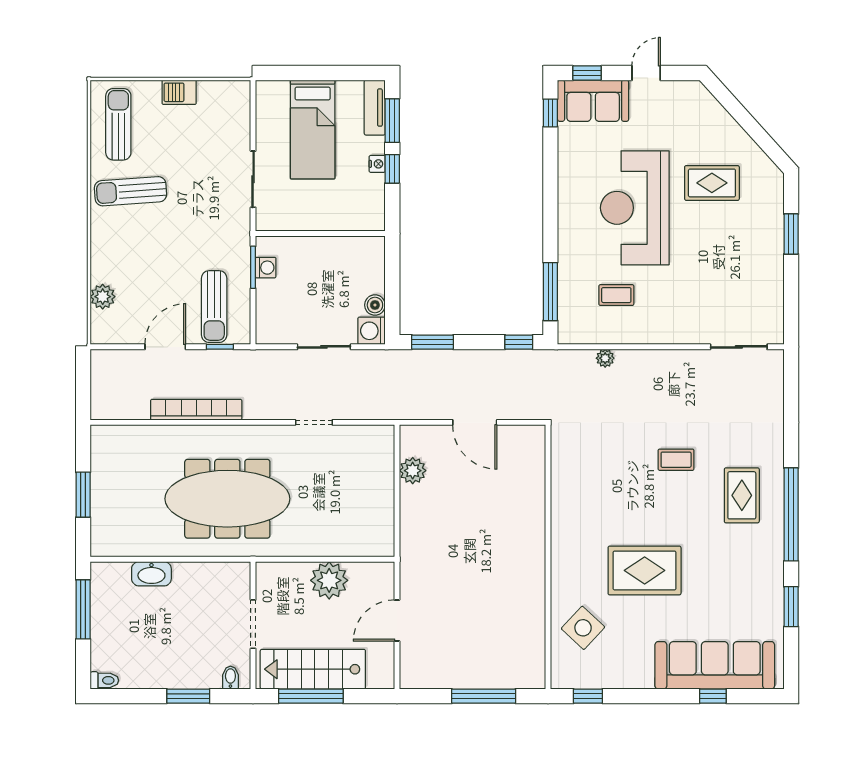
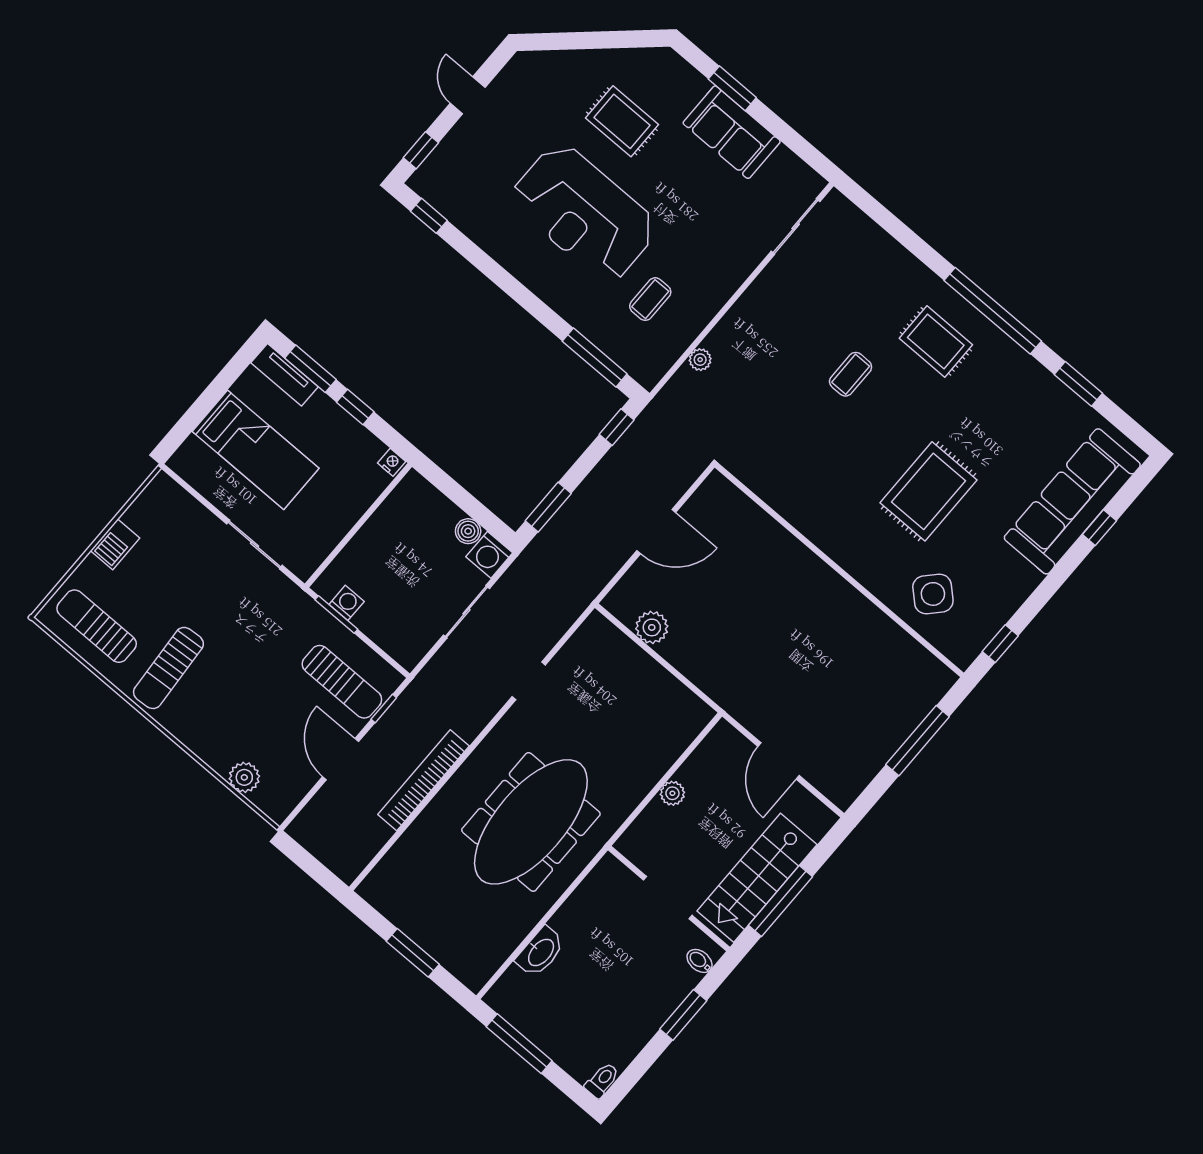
sofa: (593, 101) -> (732, 132), moved, turned 90
nightstand: (377, 164) -> (392, 462), moved
rug: (712, 183) -> (622, 121), turned 90
plant: (329, 580) -> (672, 793), width x0.53, depth x0.53

